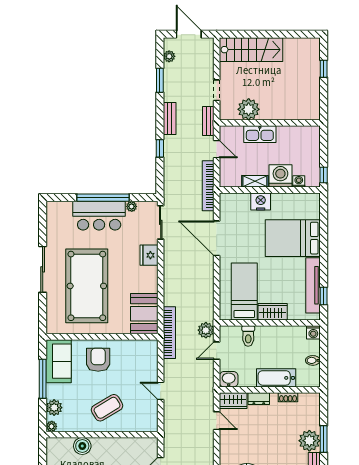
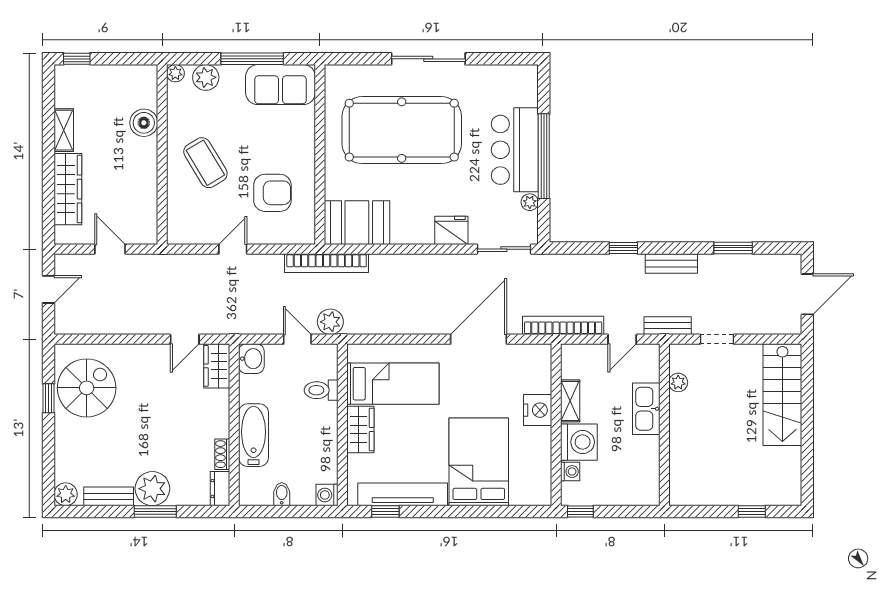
plant: (169, 56) -> (772, 263), removed
plant: (249, 109) -> (678, 382), width x0.53, depth x0.53
armchair: (98, 360) -> (272, 193), moved
dresser: (259, 399) -> (220, 489), moved

